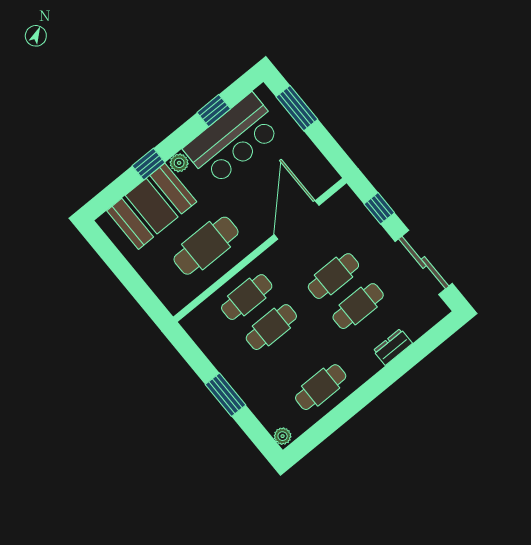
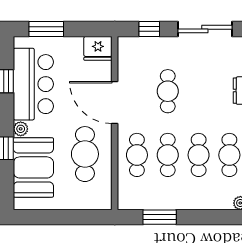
fridge: (319, 174) -> (98, 48), added
door: (297, 220) -> (115, 103), moved
cafe table: (358, 306) -> (199, 155), moved
window: (226, 395) -> (160, 217), moved

